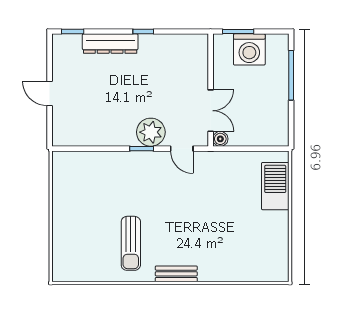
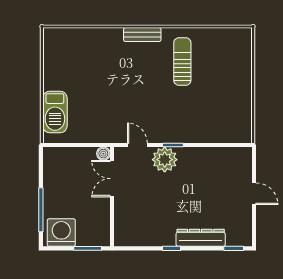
washing machine: (249, 49) -> (61, 233), moved

